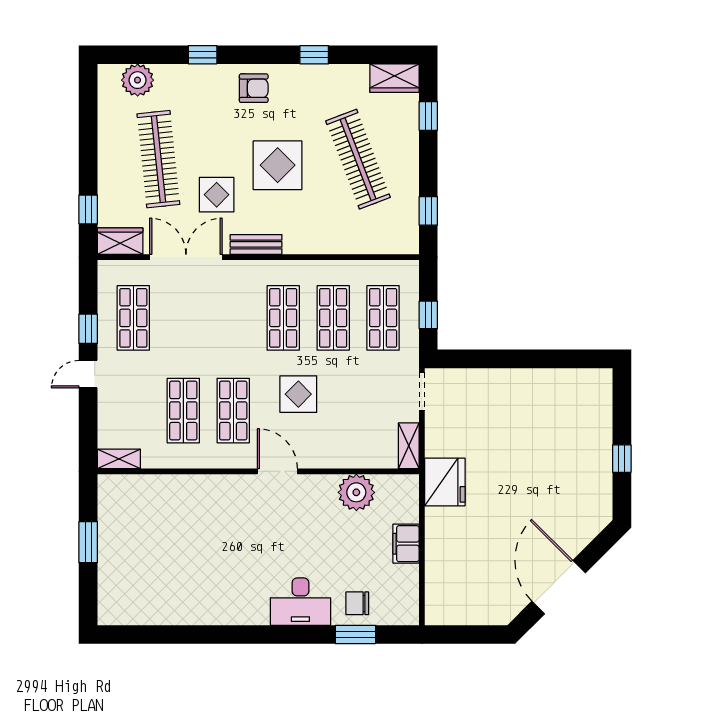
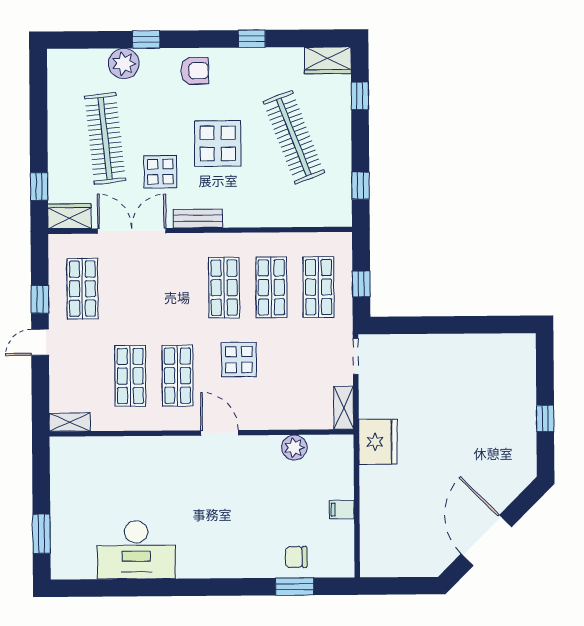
plant: (138, 80) -> (124, 64), moved
plant: (356, 492) -> (294, 448), width x0.73, depth x0.73
window: (88, 542) -> (41, 534), moved
filing cabinet: (406, 544) -> (342, 510), width x0.50
desk: (300, 602) -> (136, 550), moved, width x1.36, depth x1.30

